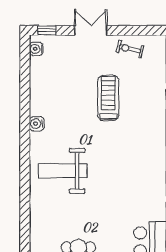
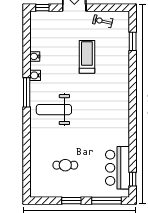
water cooler: (36, 49) -> (35, 56), moved
window: (25, 147) -> (27, 92), added

